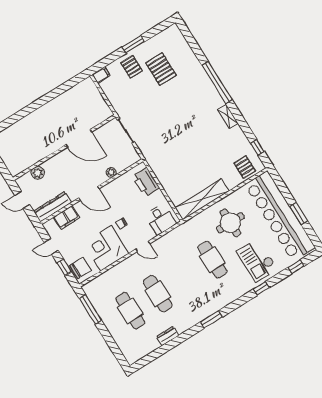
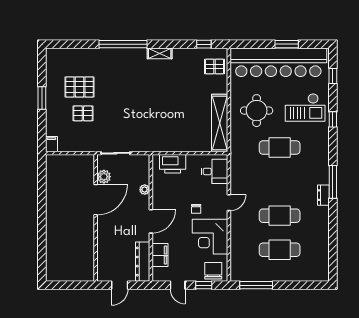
pallet: (132, 67) -> (83, 113), moved
plant: (38, 173) -> (104, 177), moved
door: (51, 246) -> (178, 285), hinge flipped
window: (211, 320) -> (333, 182), width x1.44
dresser: (168, 336) -> (323, 195), moved

